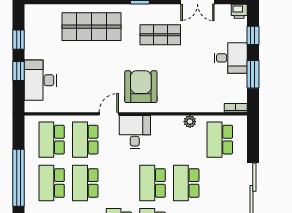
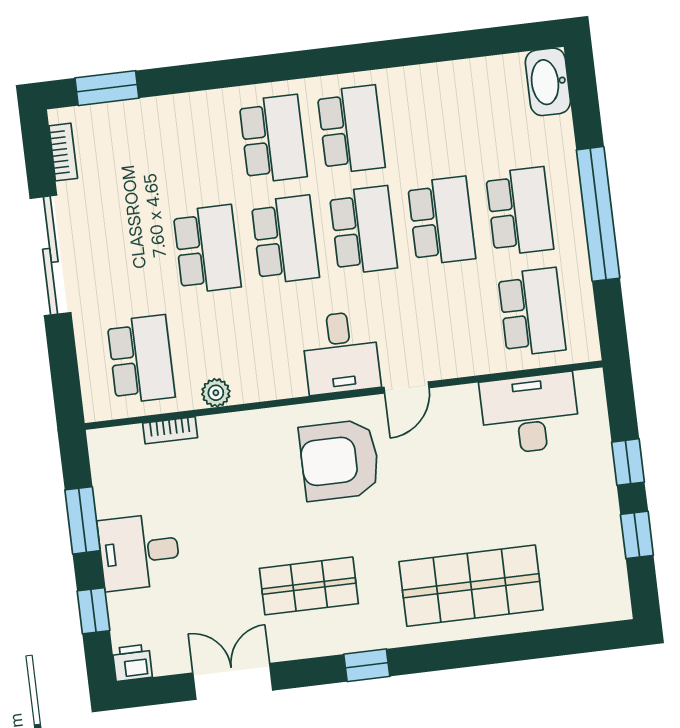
desk: (40, 80) -> (530, 414), moved, turned -90
armchair: (141, 87) -> (340, 460), turned 90
bookcase: (236, 108) -> (170, 430), moved
school desk: (85, 140) -> (363, 230), moved

